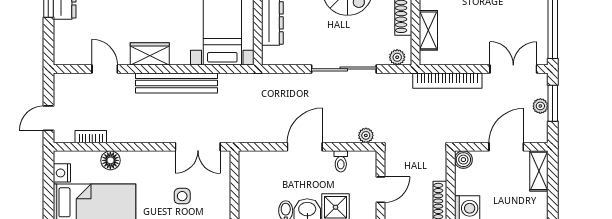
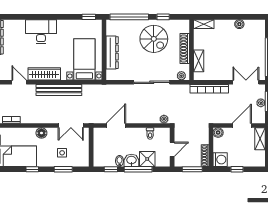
wardrobe: (150, 54) -> (44, 74), width x1.50
door: (305, 147) -> (116, 125), moved
floor lamp: (110, 160) -> (41, 133), moved

